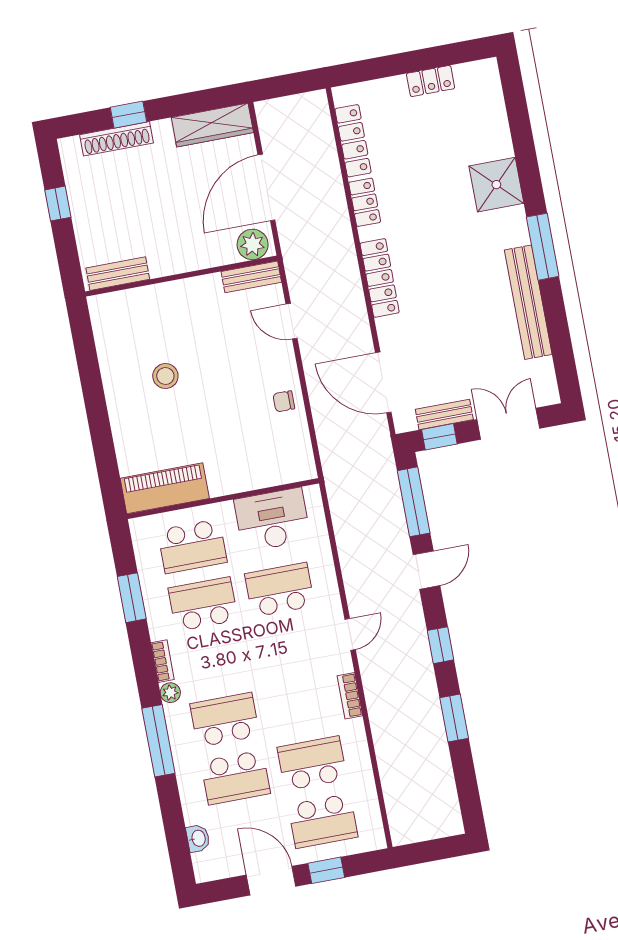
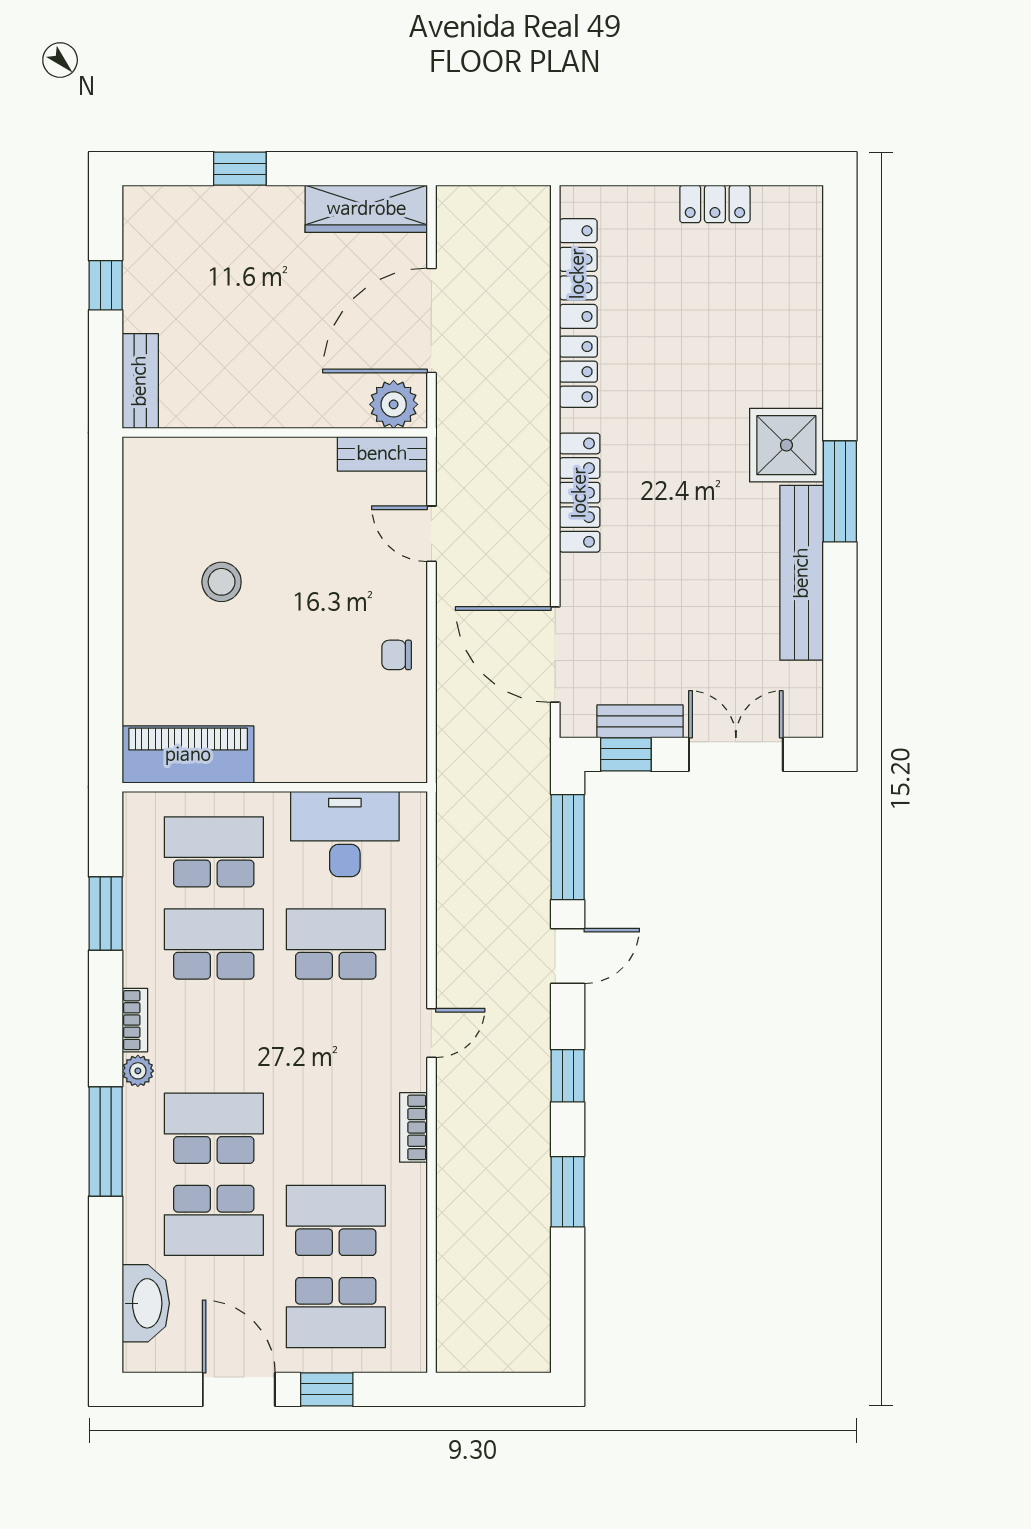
shoe rack: (117, 139) -> (215, 202), removed
shower: (496, 185) -> (786, 445), moved
bench: (118, 274) -> (140, 381), moved, turned 90
school desk: (192, 546) -> (214, 852), turned 180
washbasin: (198, 838) -> (146, 1303), width x1.91, depth x1.45

